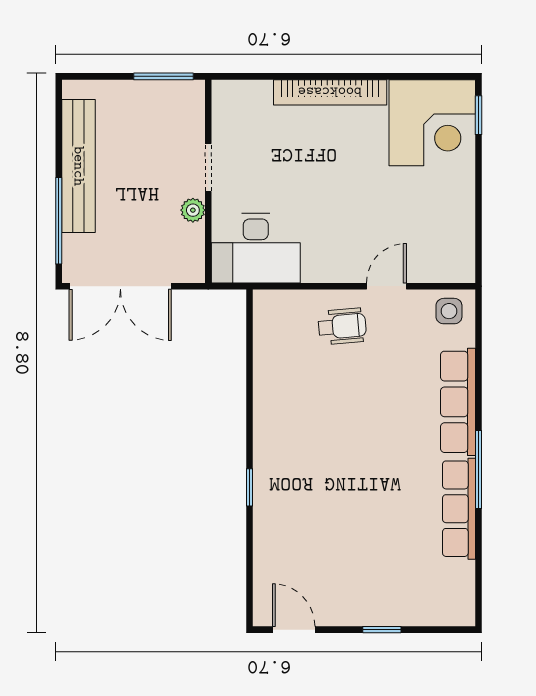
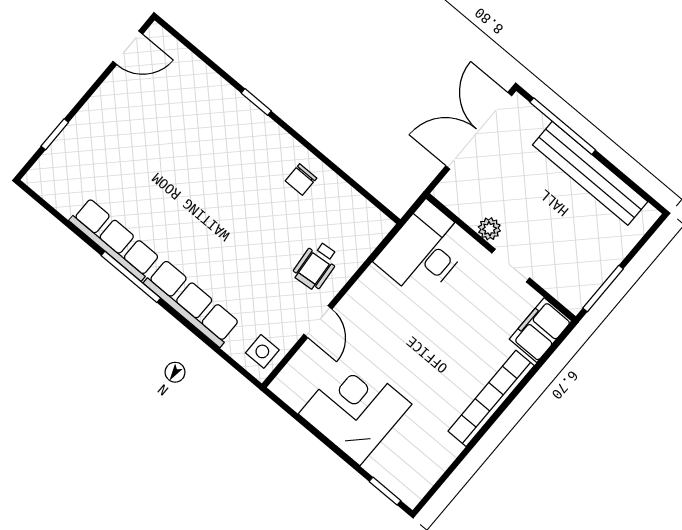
filing cabinet: (240, 99) -> (541, 330), added
corner desk: (432, 123) -> (355, 409), moved, turned 90
chair: (282, 398) -> (301, 179), added
window: (382, 630) -> (55, 134), moved

